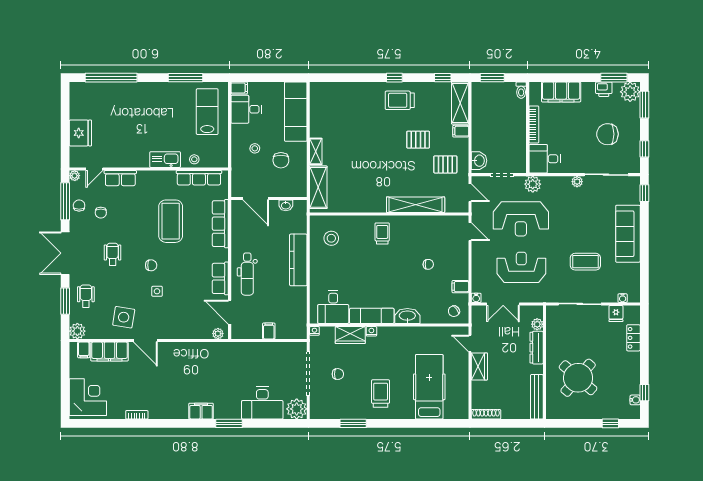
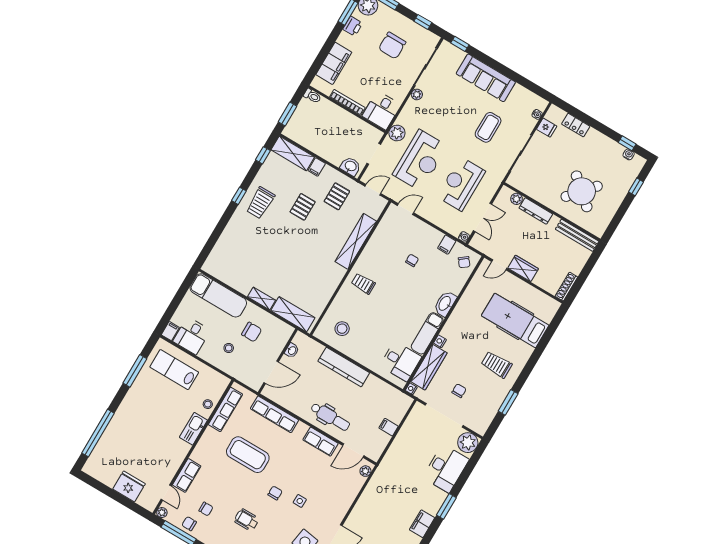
wardrobe: (350, 335) -> (429, 367), width x1.50

